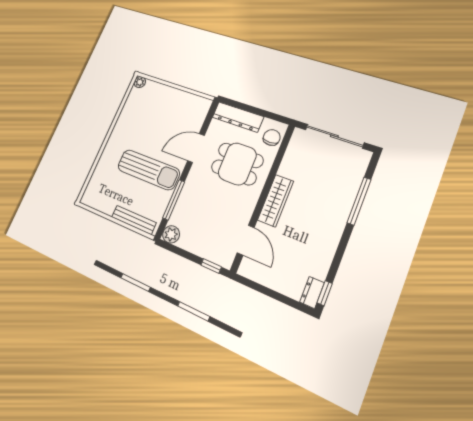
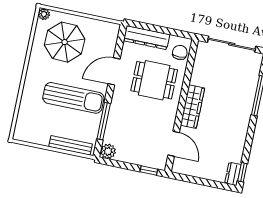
parasol: (153, 112) -> (65, 42), added

